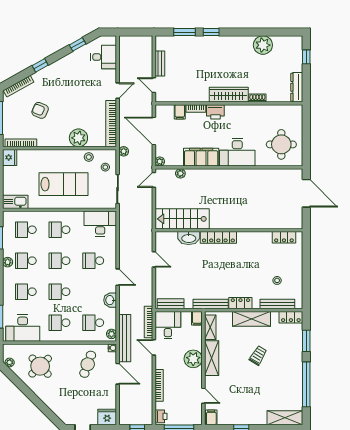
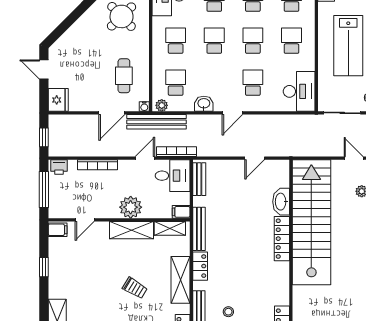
stairs: (182, 219) -> (311, 222), width x1.86, depth x1.51
cafe table: (88, 364) -> (124, 76), turned 70

